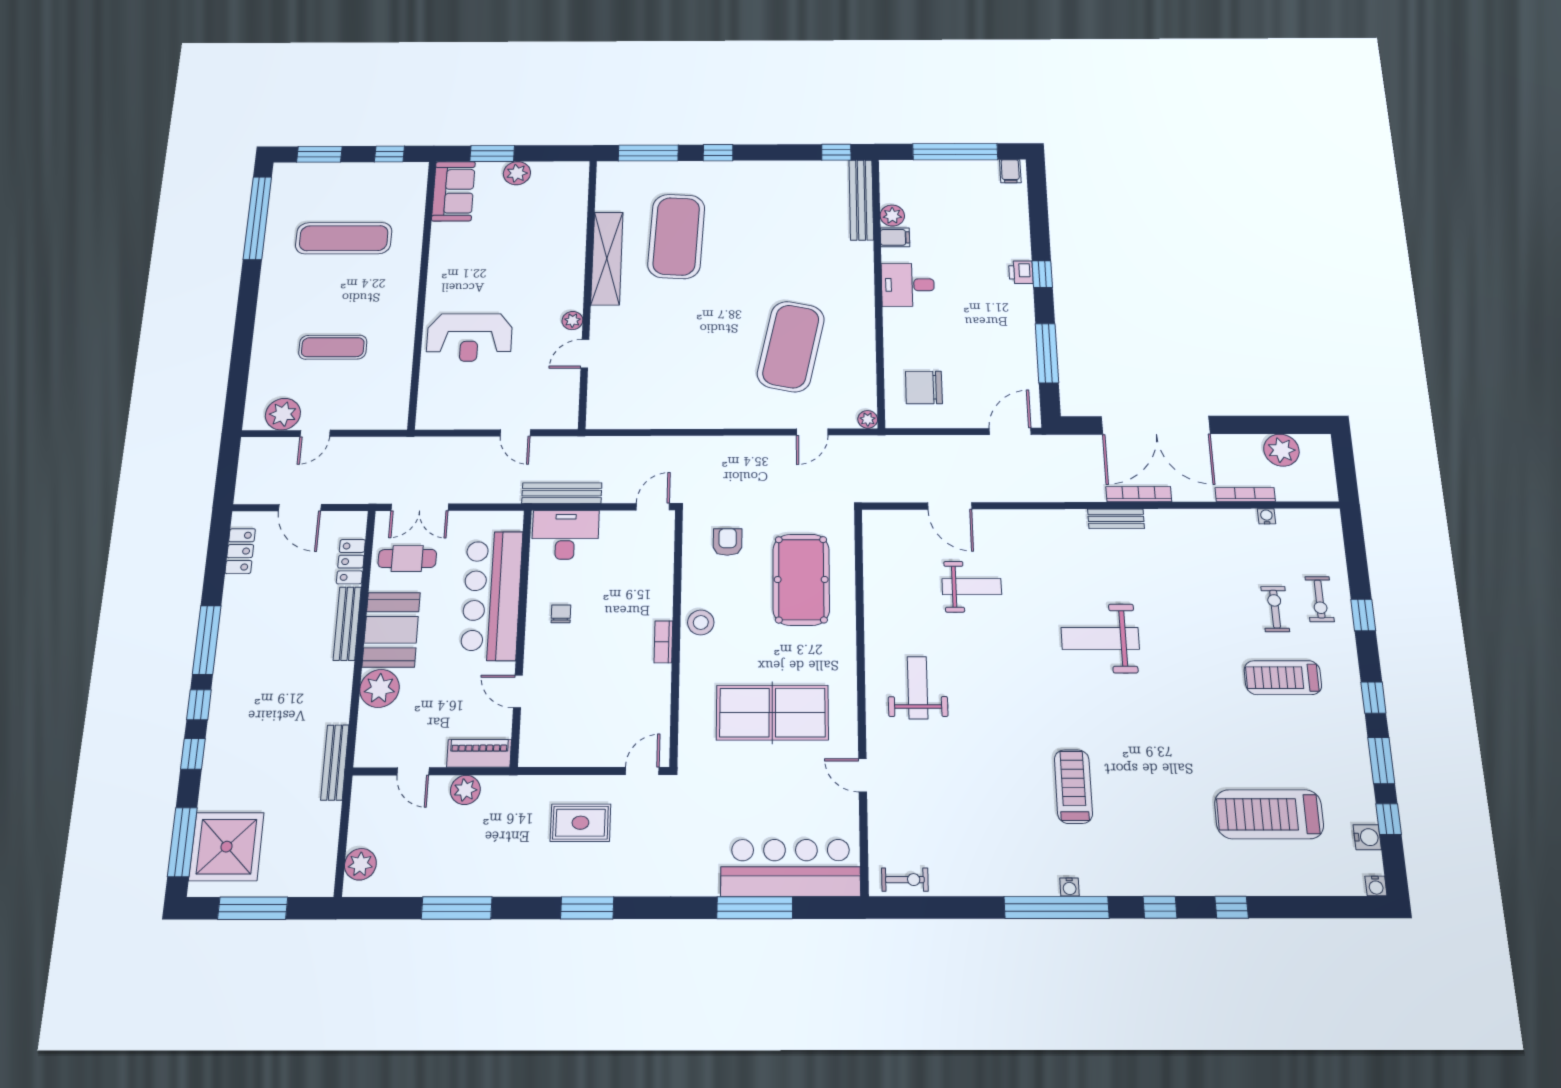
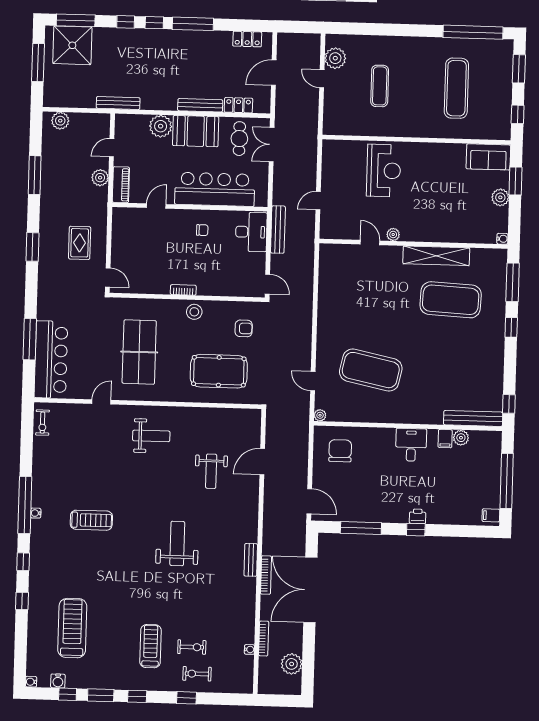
water cooler: (581, 169) -> (502, 239), added
reception desk: (469, 337) -> (384, 171), turned 180

